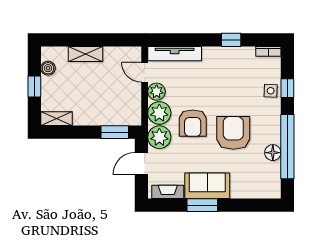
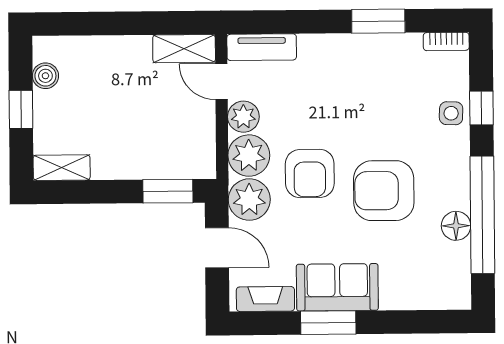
window: (231, 40) -> (378, 21), width x1.50
shelving: (85, 54) -> (184, 49), moved
tv unit: (175, 54) -> (262, 47), width x0.71
armchair: (233, 133) -> (384, 191), turned -90
door: (141, 164) -> (217, 248), swing flipped

